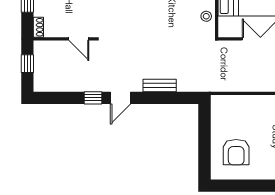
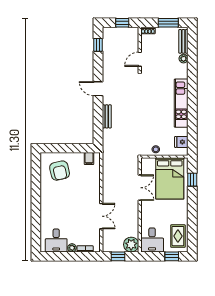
window: (93, 98) -> (98, 45), moved
filing cabinet: (219, 111) -> (89, 159), added
armchair: (236, 152) -> (60, 171), turned -103

